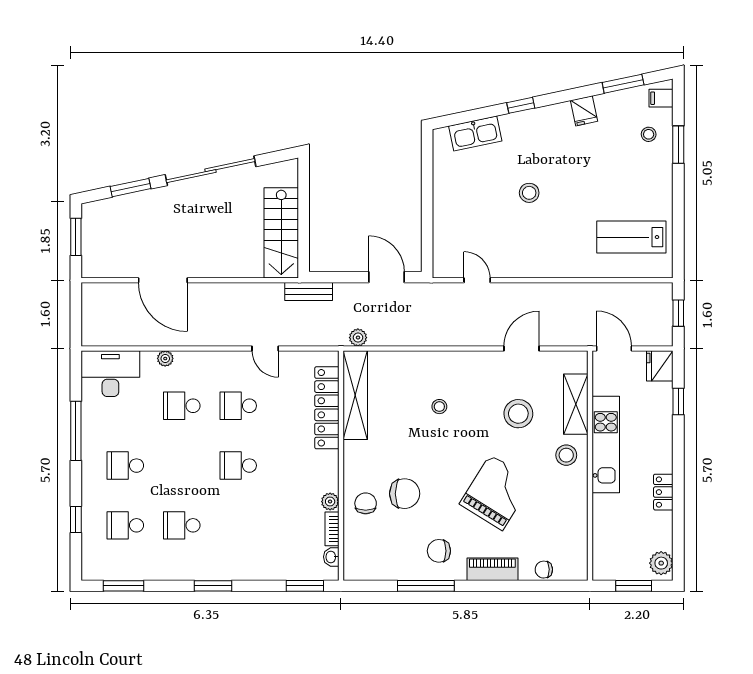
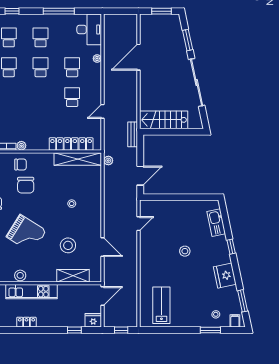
fridge: (584, 111) -> (225, 276), width x1.88, depth x1.34
kitchen unit: (606, 444) -> (32, 292), moved
stool: (566, 455) -> (20, 275), moved
school desk: (238, 466) -> (40, 67), moved

